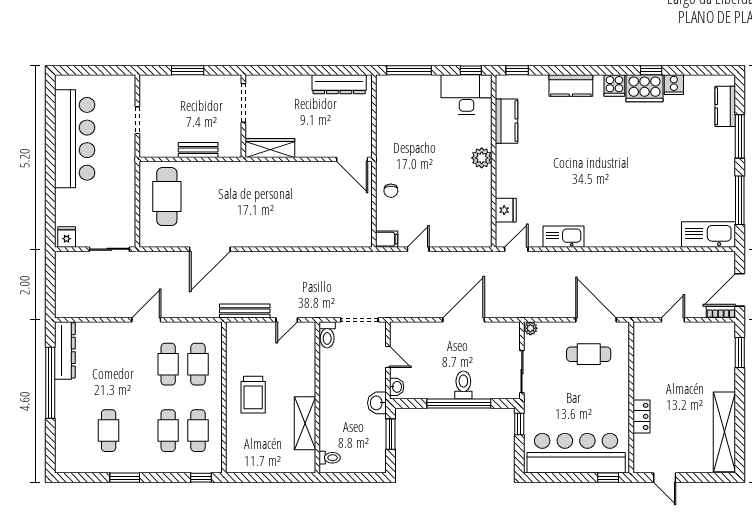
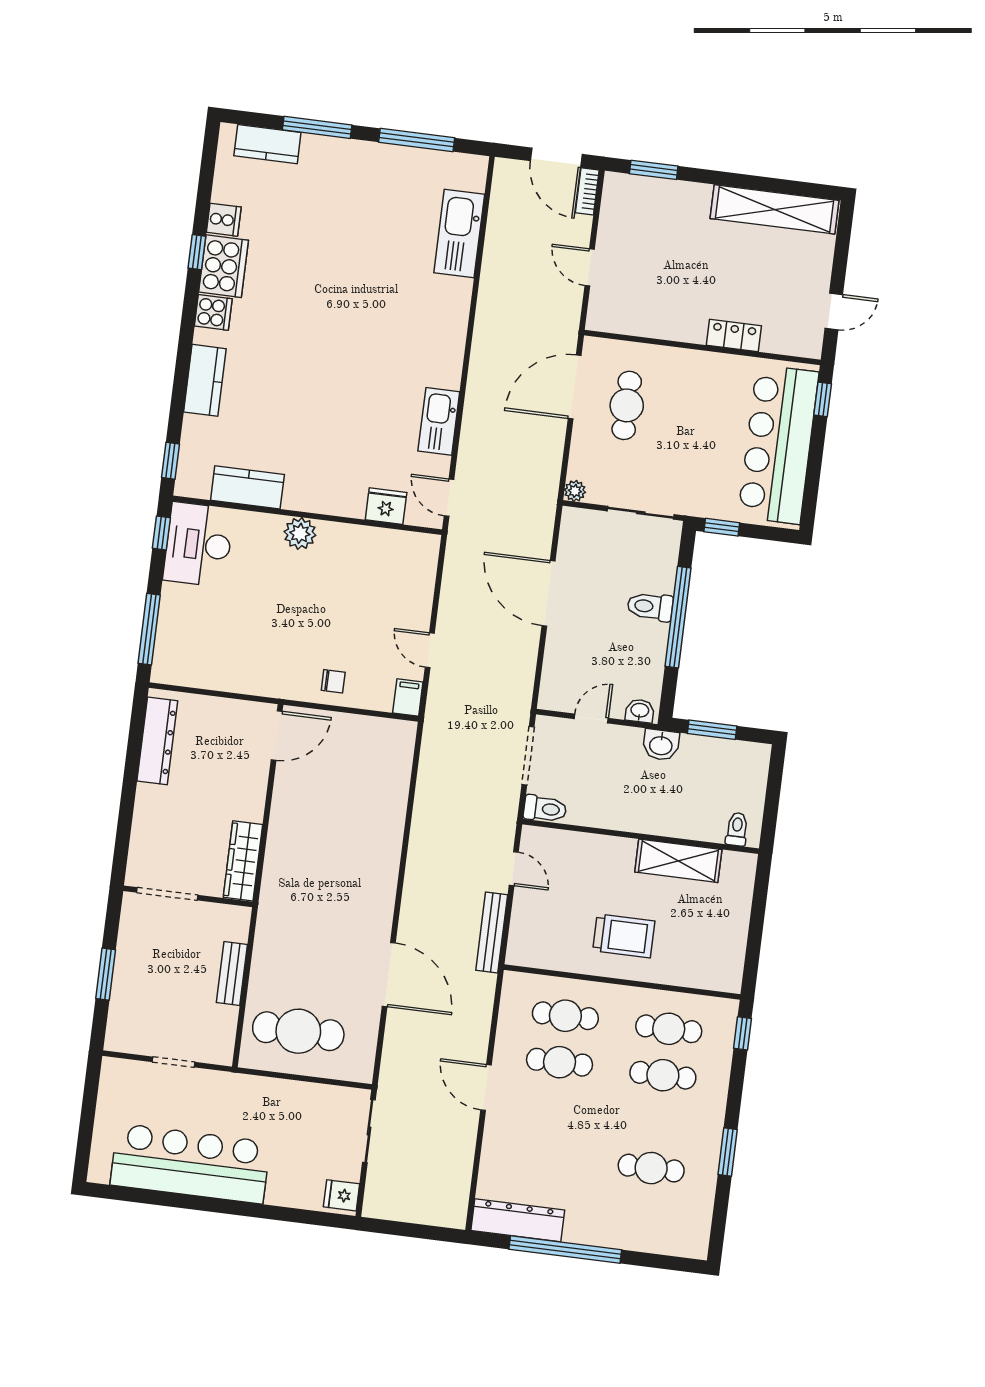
kitchen sink: (708, 235) -> (459, 234), moved

